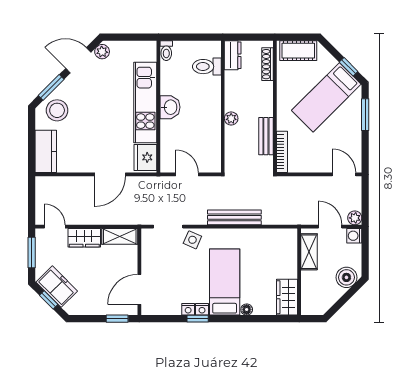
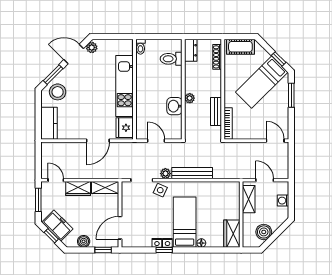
washbasin: (170, 107) -> (174, 106), moved, turned 180
plant: (355, 218) -> (165, 174), moved
washing machine: (354, 236) -> (283, 201), moved
boiler: (346, 277) -> (264, 232), moved
boiler: (91, 307) -> (84, 241), added

